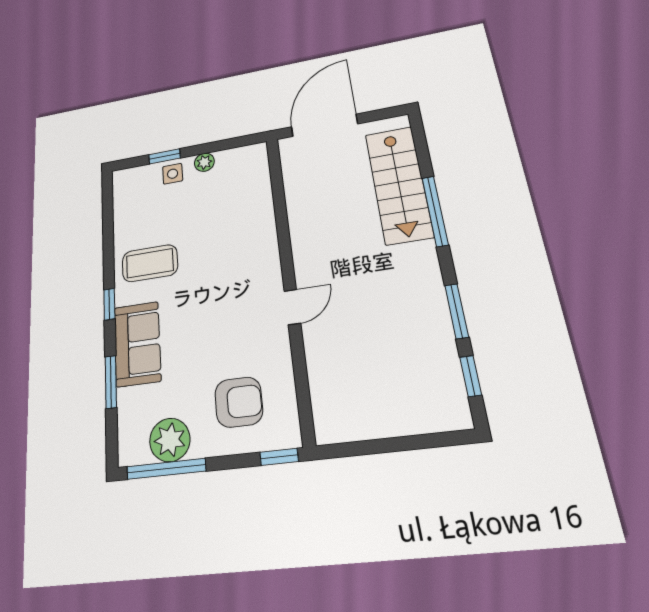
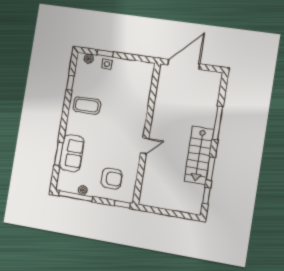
plant: (204, 162) -> (89, 59), moved
stairs: (399, 185) -> (199, 155), moved
window: (109, 304) -> (70, 83), moved
sofa: (137, 344) -> (72, 153), moved
plant: (170, 440) -> (83, 190), width x0.53, depth x0.53

